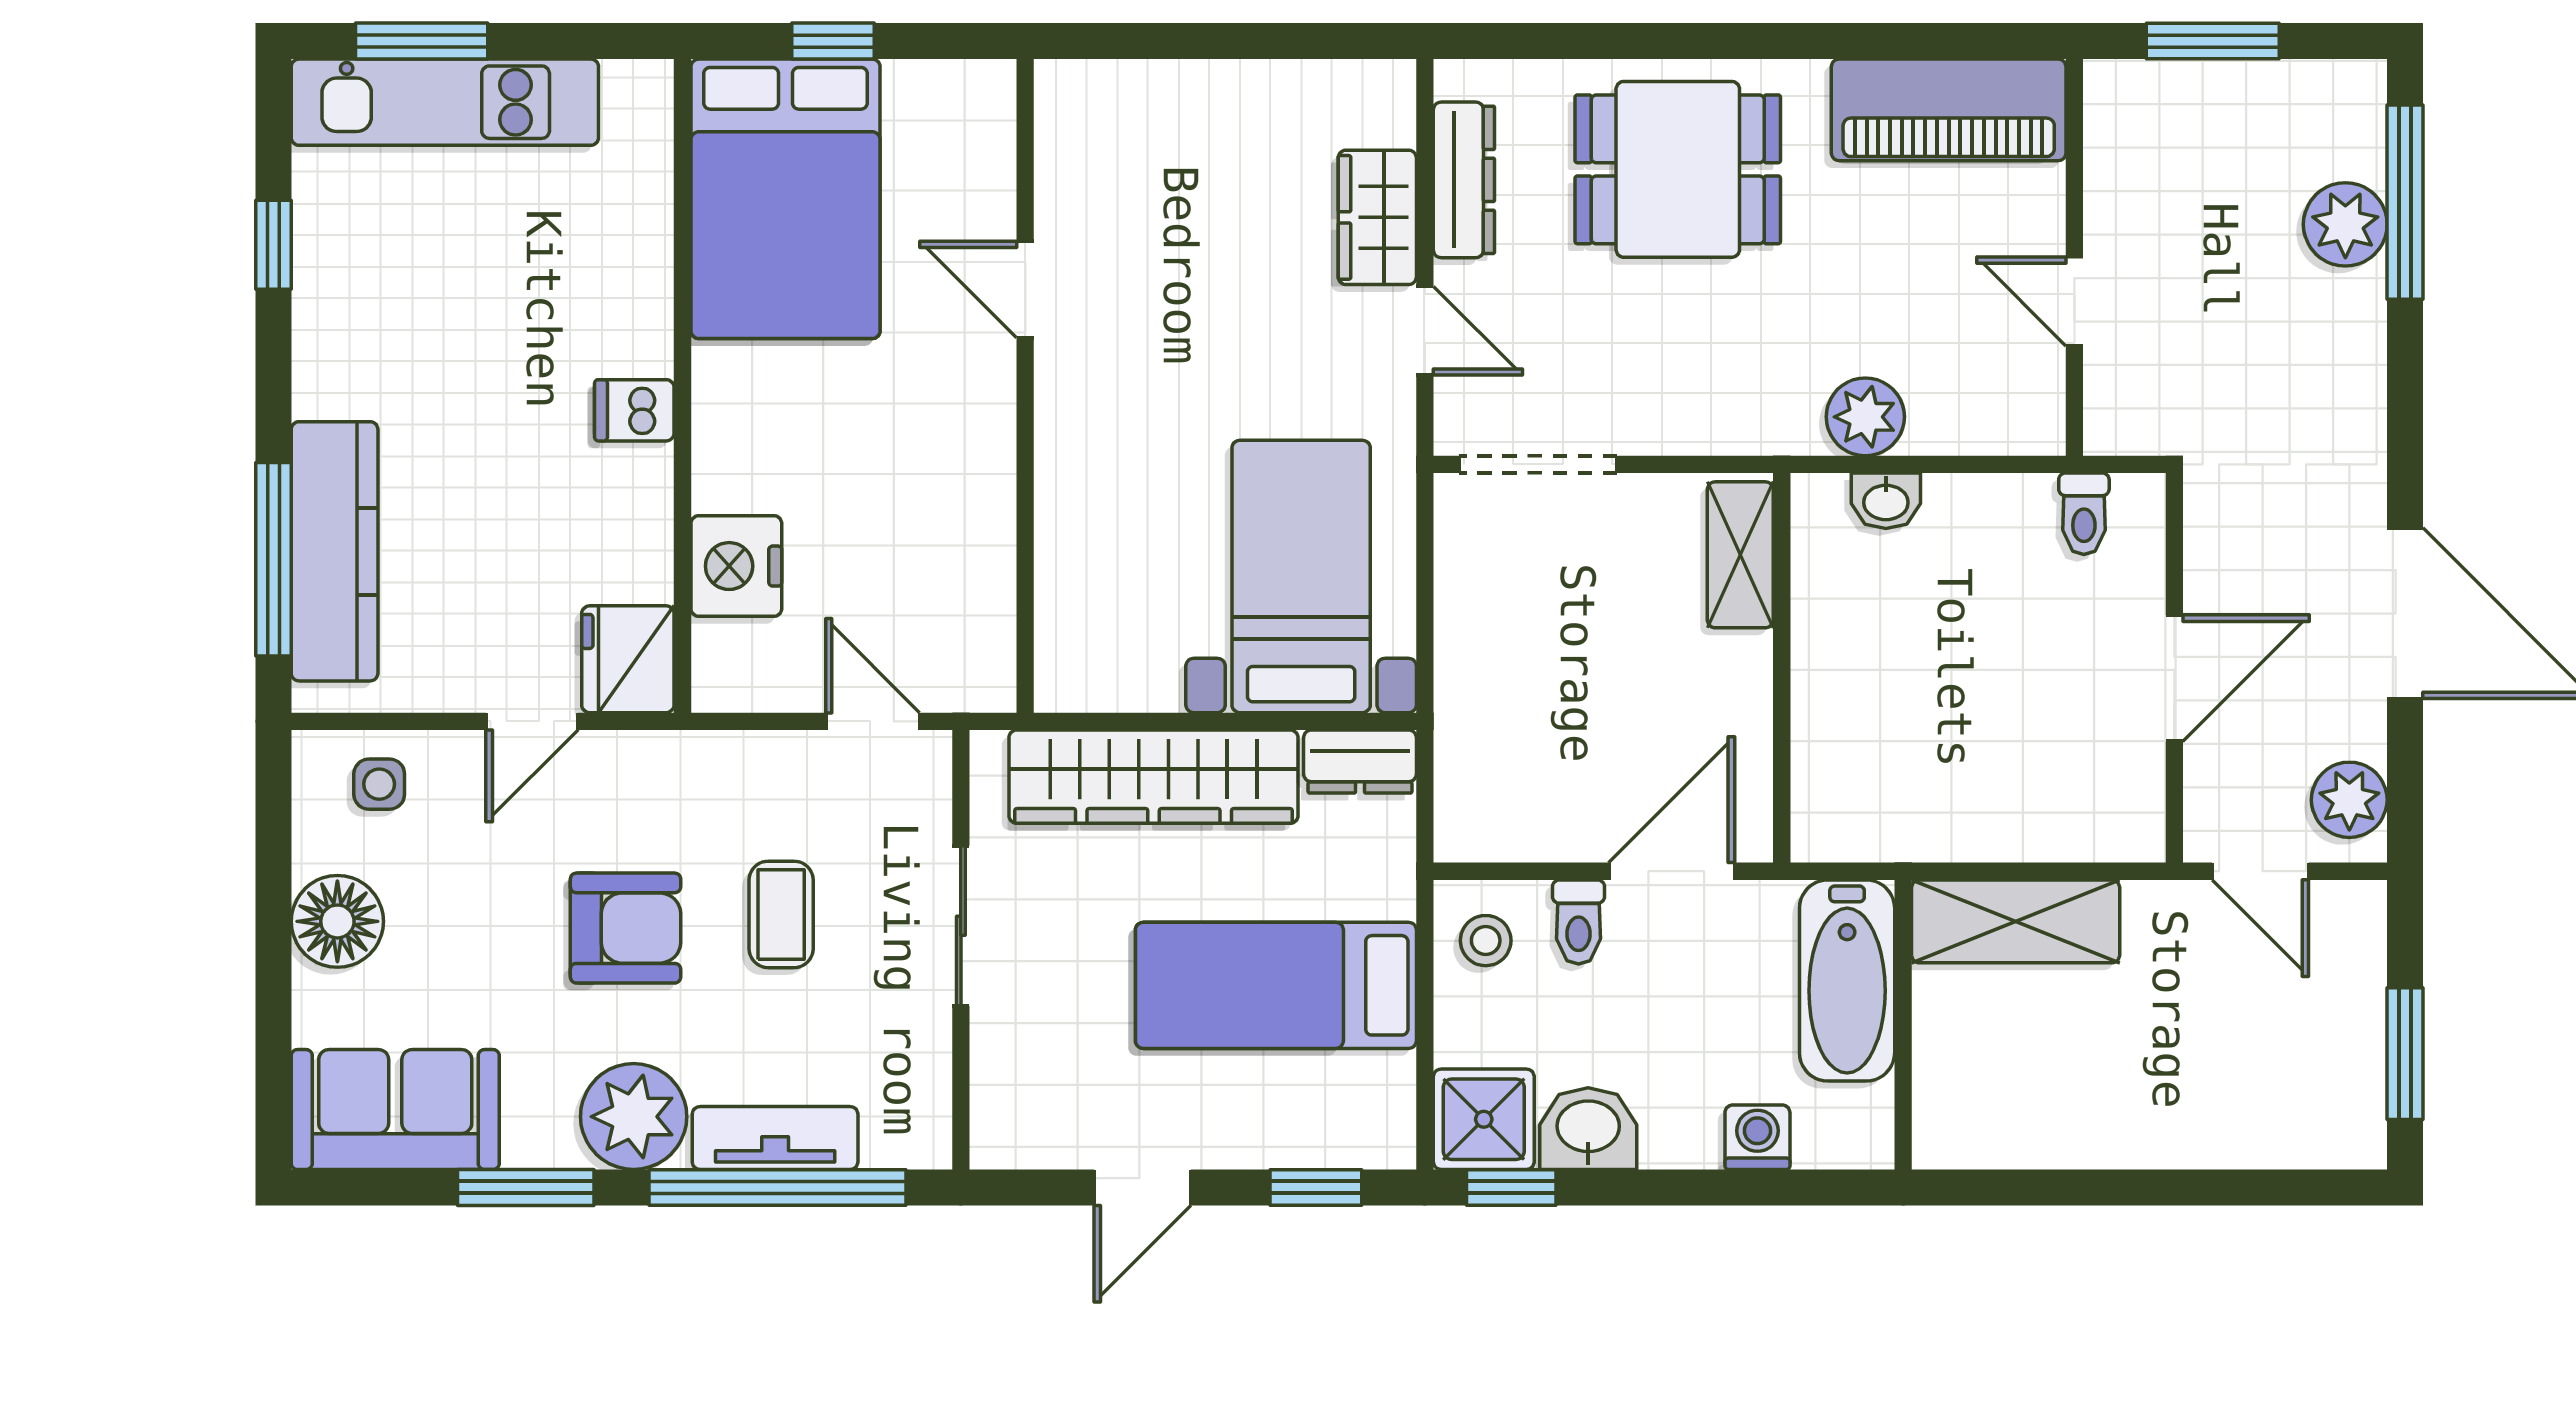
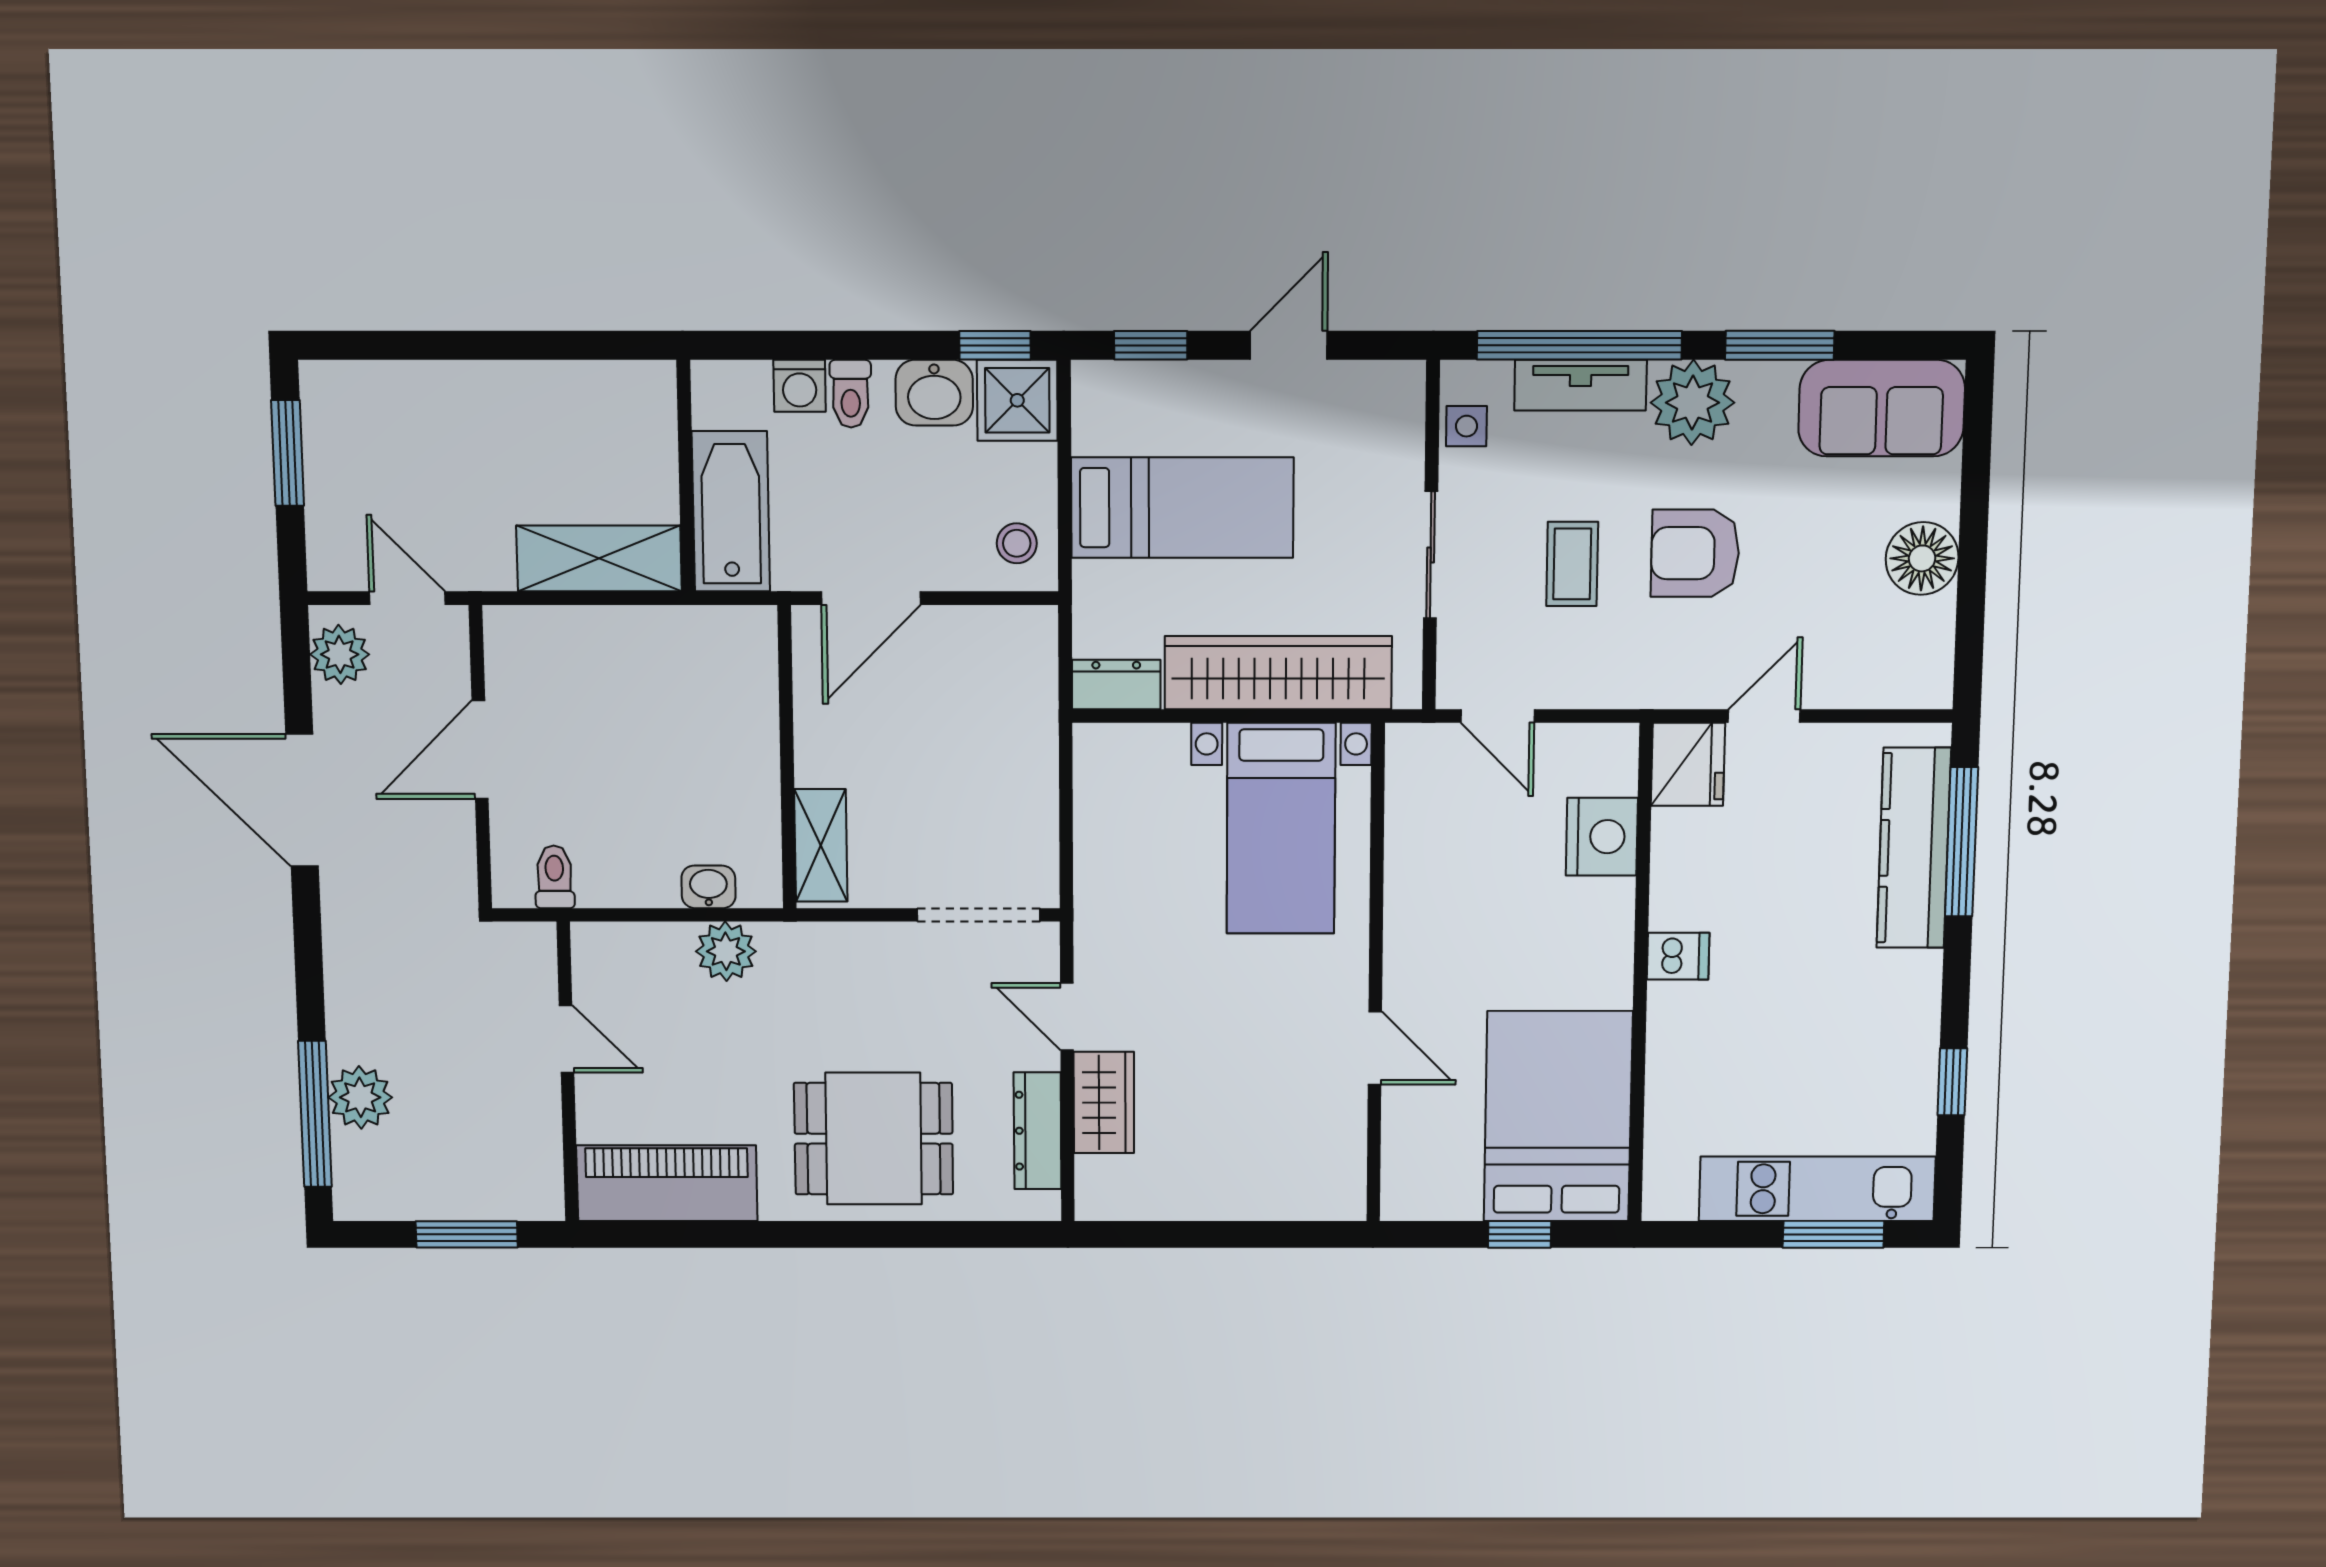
bed with nightstands: (1301, 576) -> (1281, 829), moved
side table: (379, 784) -> (1467, 426), moved
toilet: (1579, 922) -> (851, 394), moved, turned 180

